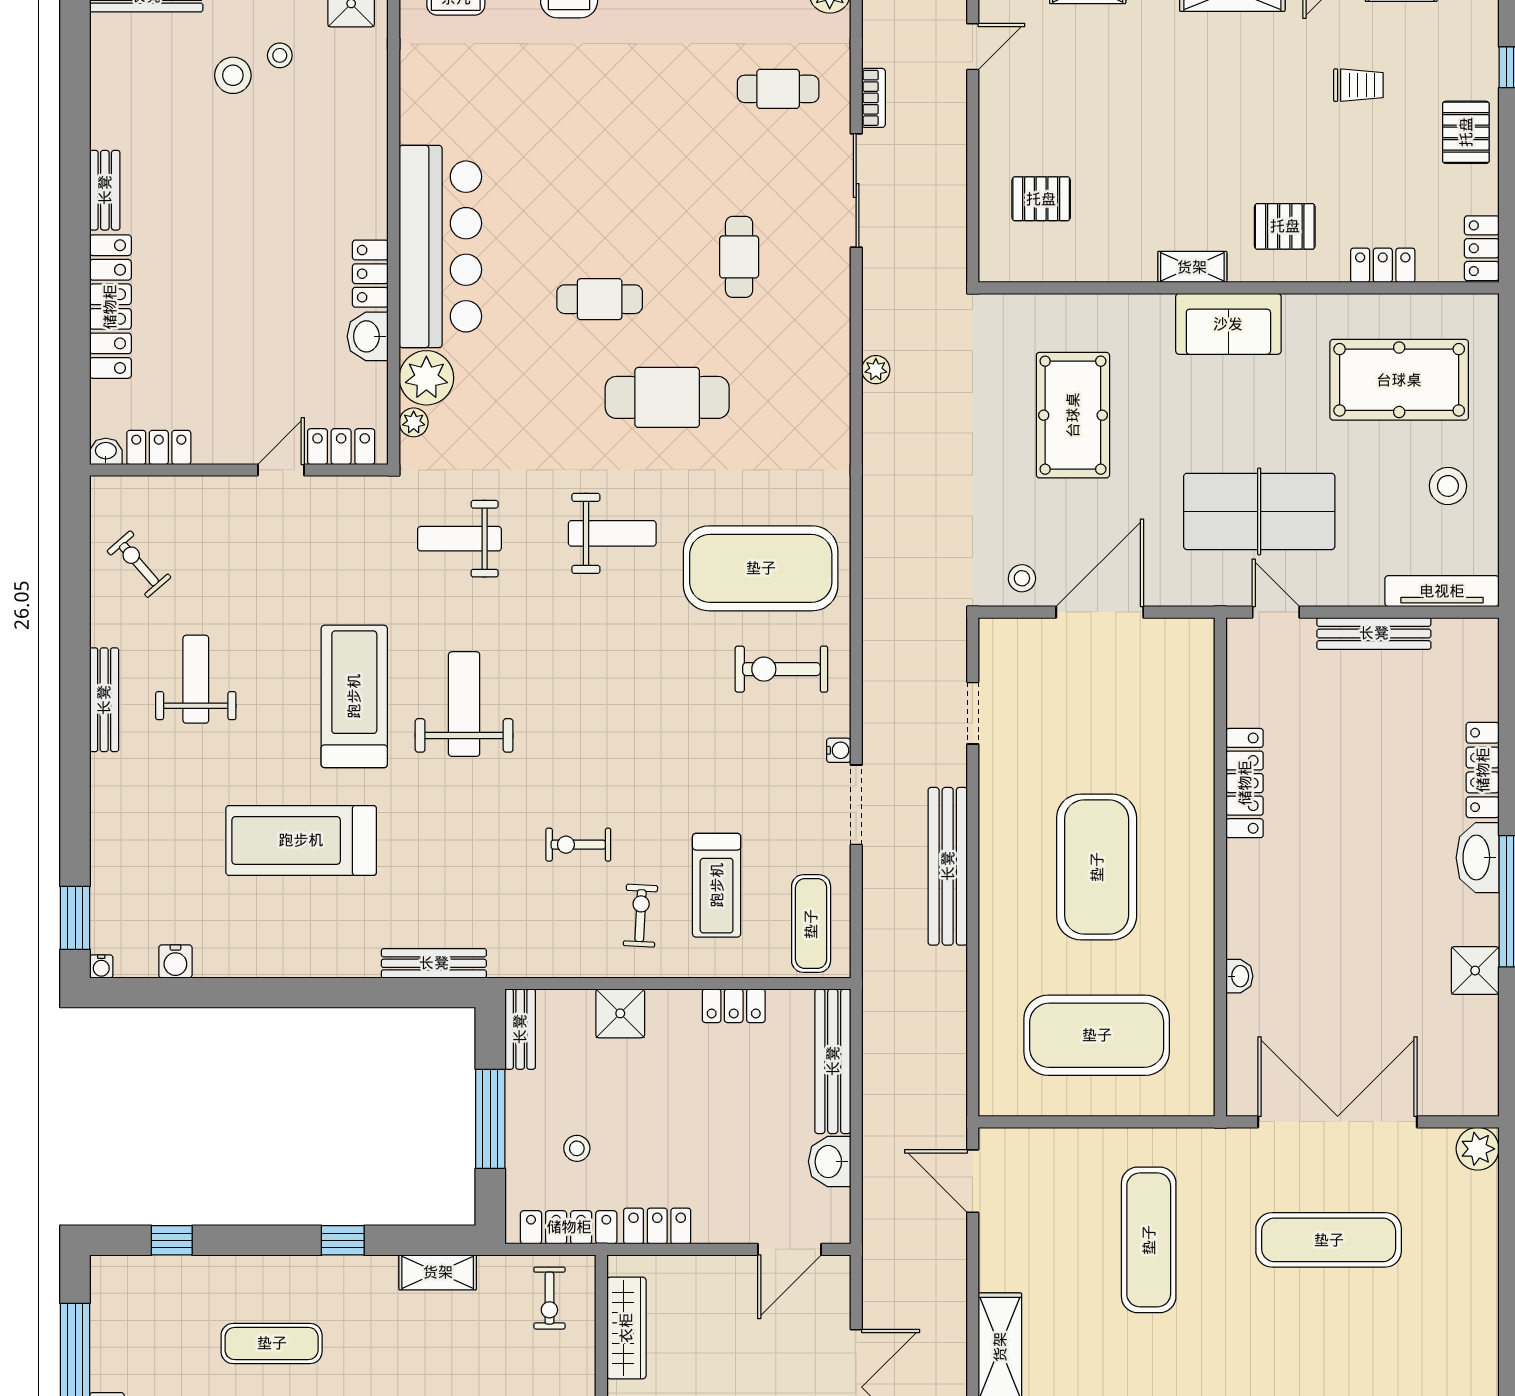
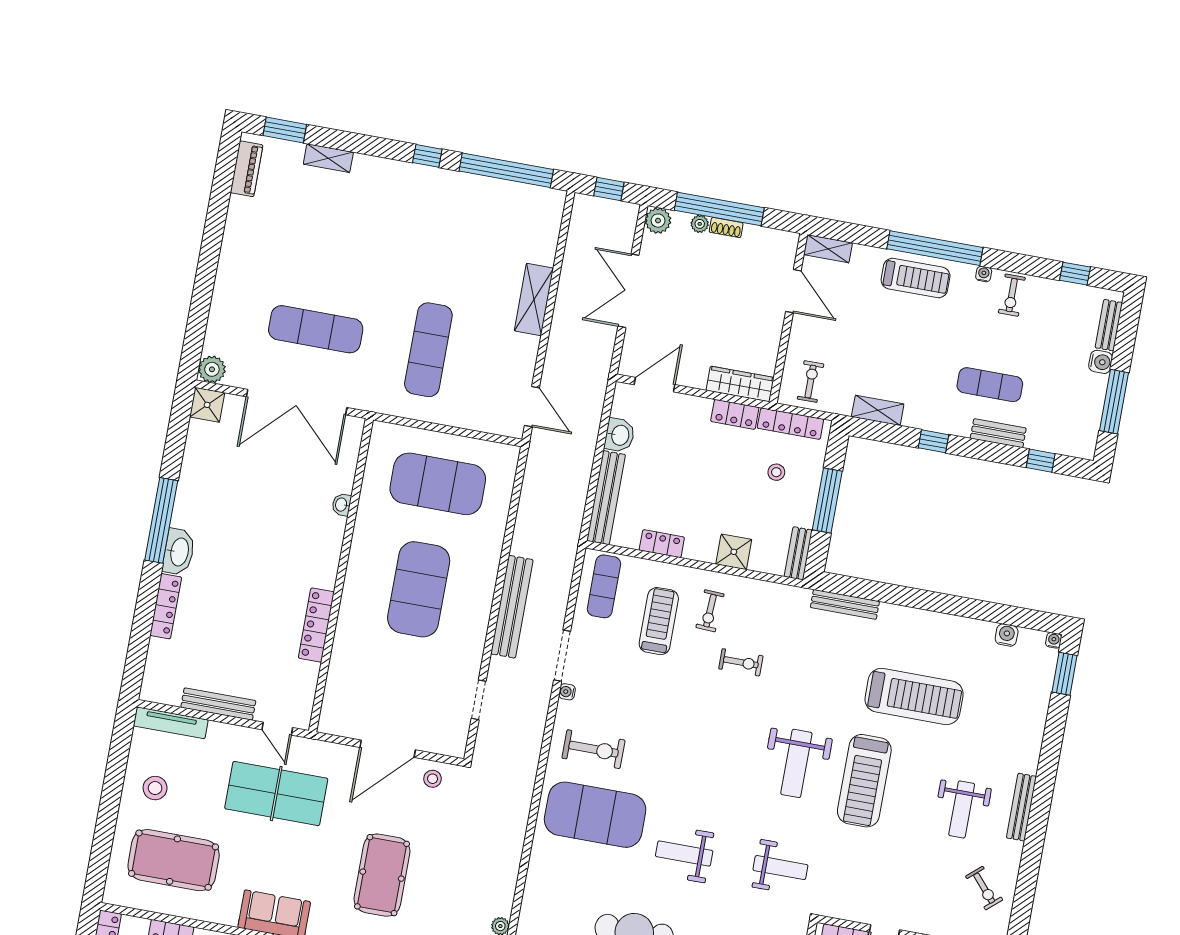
shower: (1475, 971) -> (207, 405), moved
bench: (245, 1271) -> (998, 433), added
wardrobe: (626, 1328) -> (740, 384), moved, turned 90

